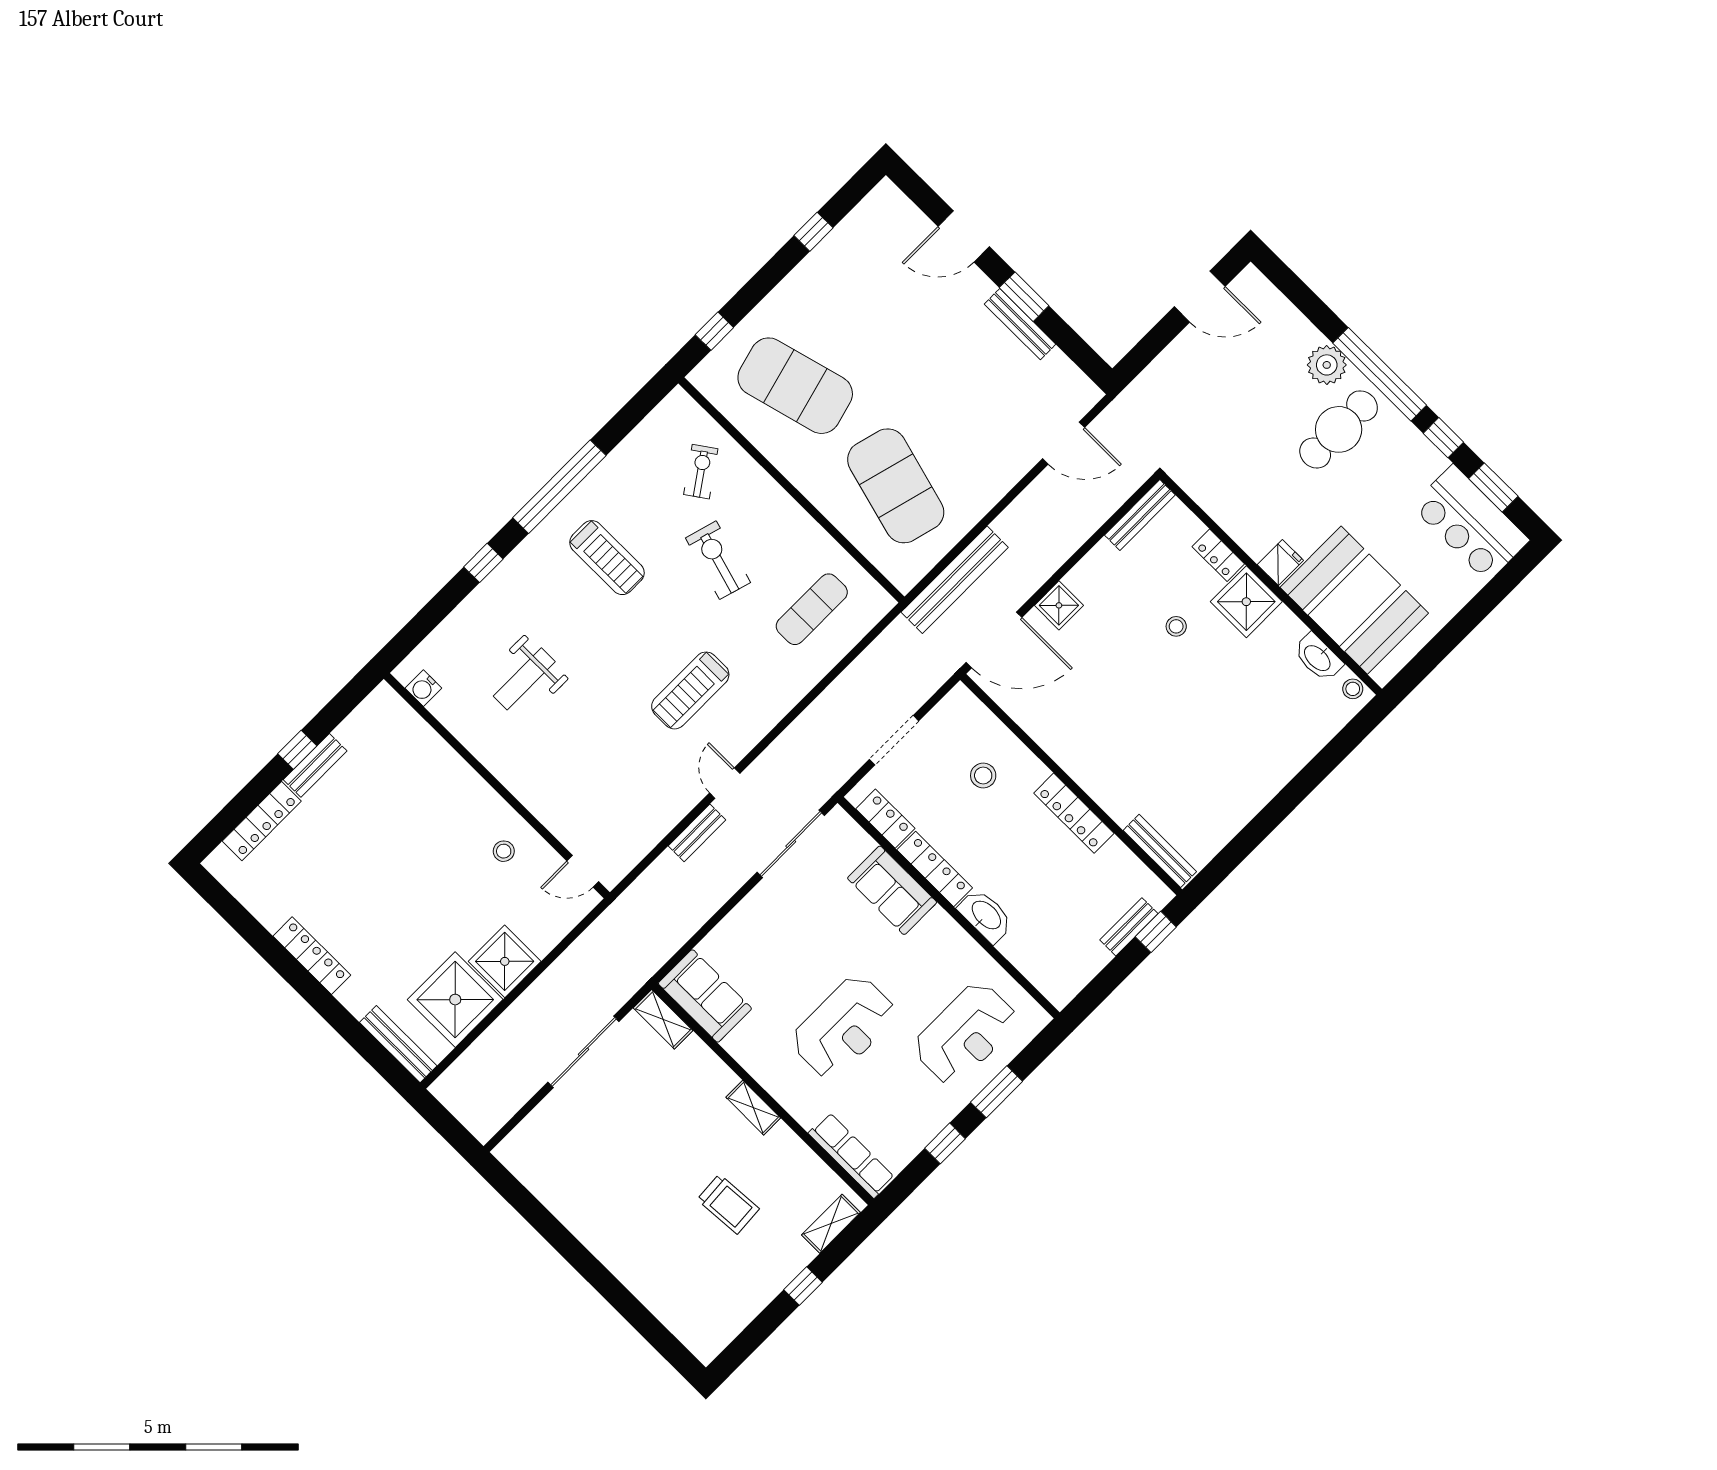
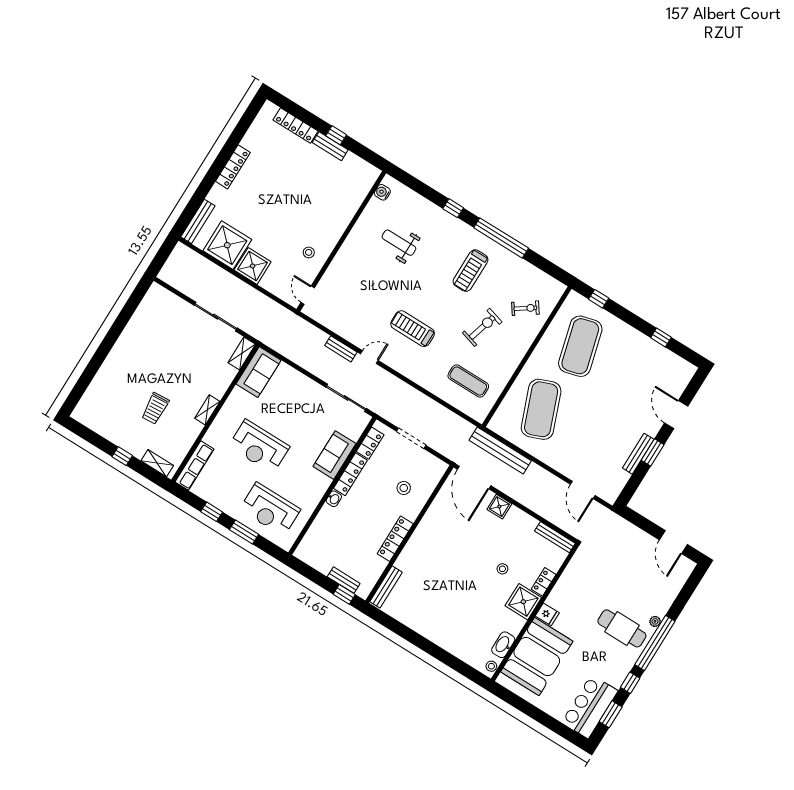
plant: (1327, 365) -> (655, 621), width x0.53, depth x0.53
exercise mat: (896, 486) -> (541, 409), turned -36
washbasin: (986, 916) -> (334, 499), width x0.52, depth x0.69

